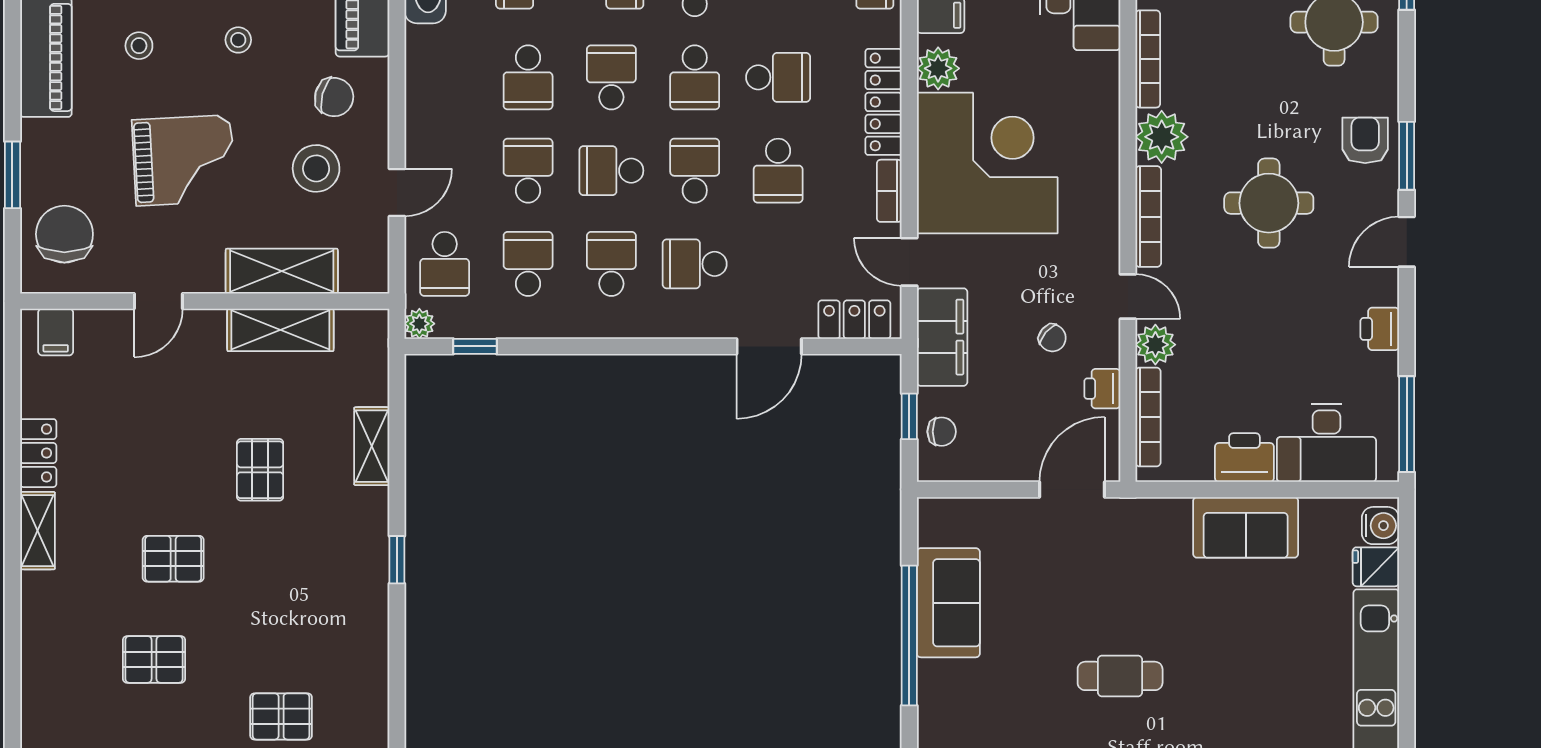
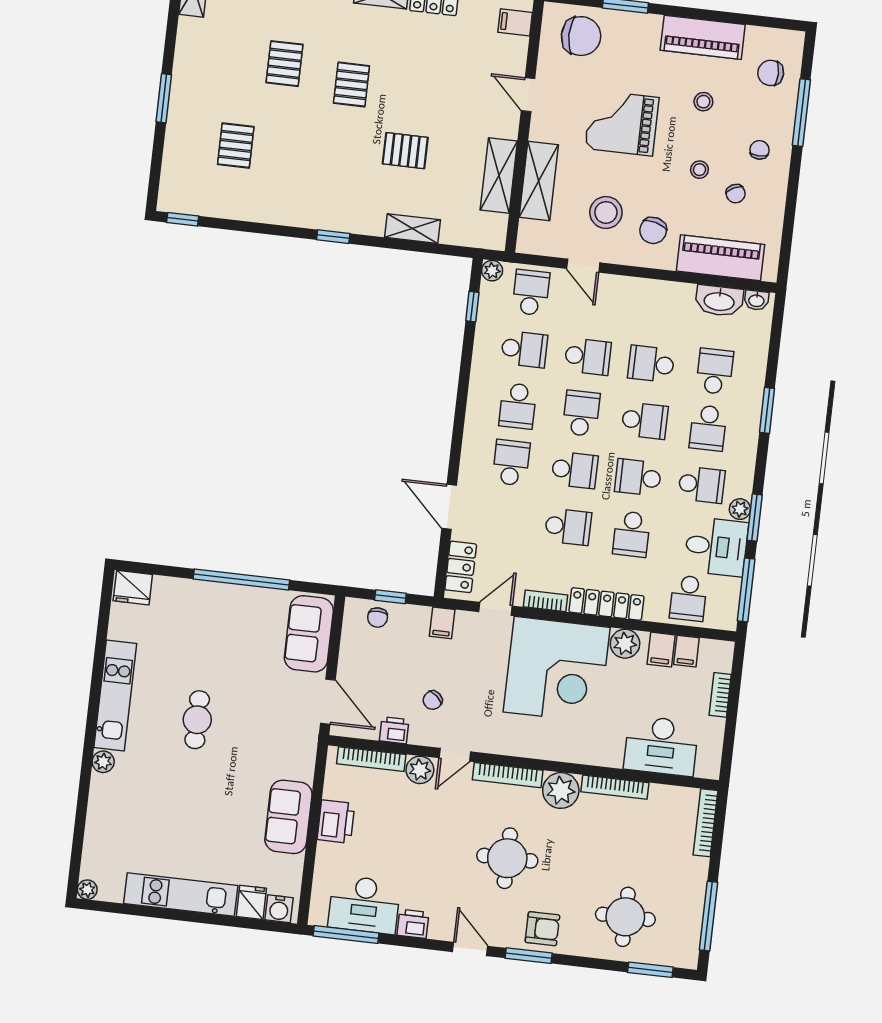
grand piano: (184, 160) -> (622, 123), turned 93
school desk: (778, 171) -> (568, 527), turned 180
school desk: (445, 264) -> (531, 292), turned 90
school desk: (611, 264) -> (518, 406), turned 90
filing cabinet: (942, 337) -> (442, 623), width x0.33, depth x0.86
desk: (1326, 443) -> (364, 905), moved, turned -90
sofa: (948, 603) -> (309, 634), moved, turned 90

